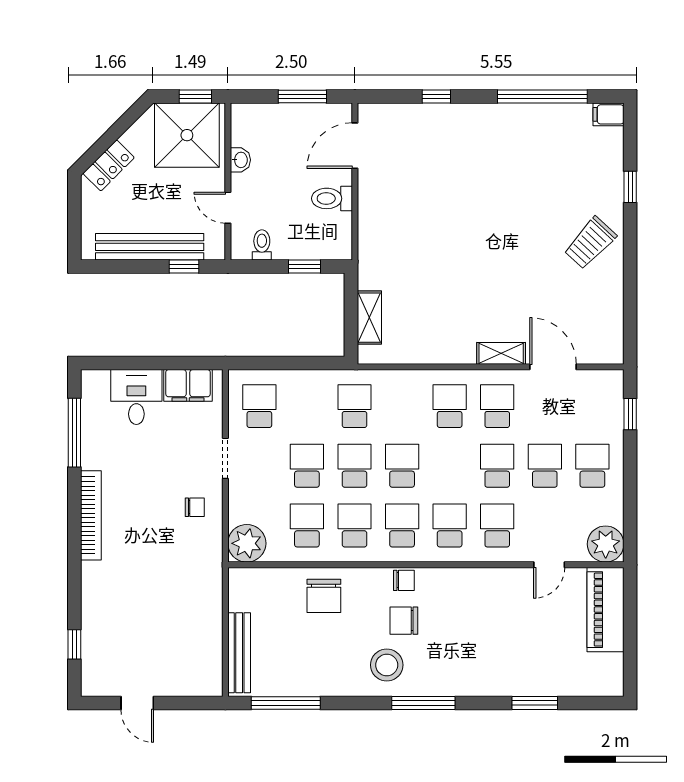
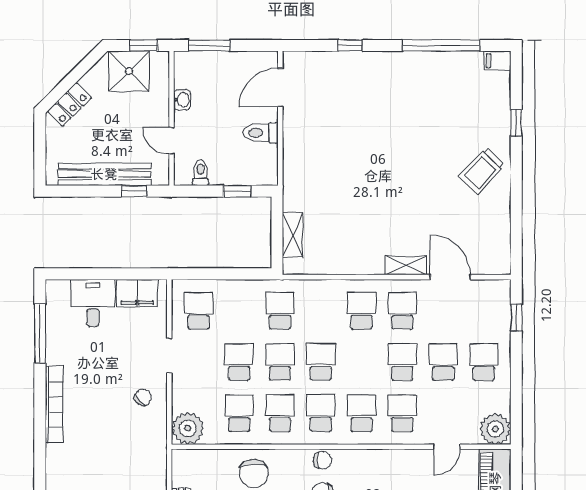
window: (302, 97) -> (209, 45), moved
shower: (187, 135) -> (129, 71), width x0.73, depth x0.73
chair: (195, 507) -> (143, 397), turned -43

